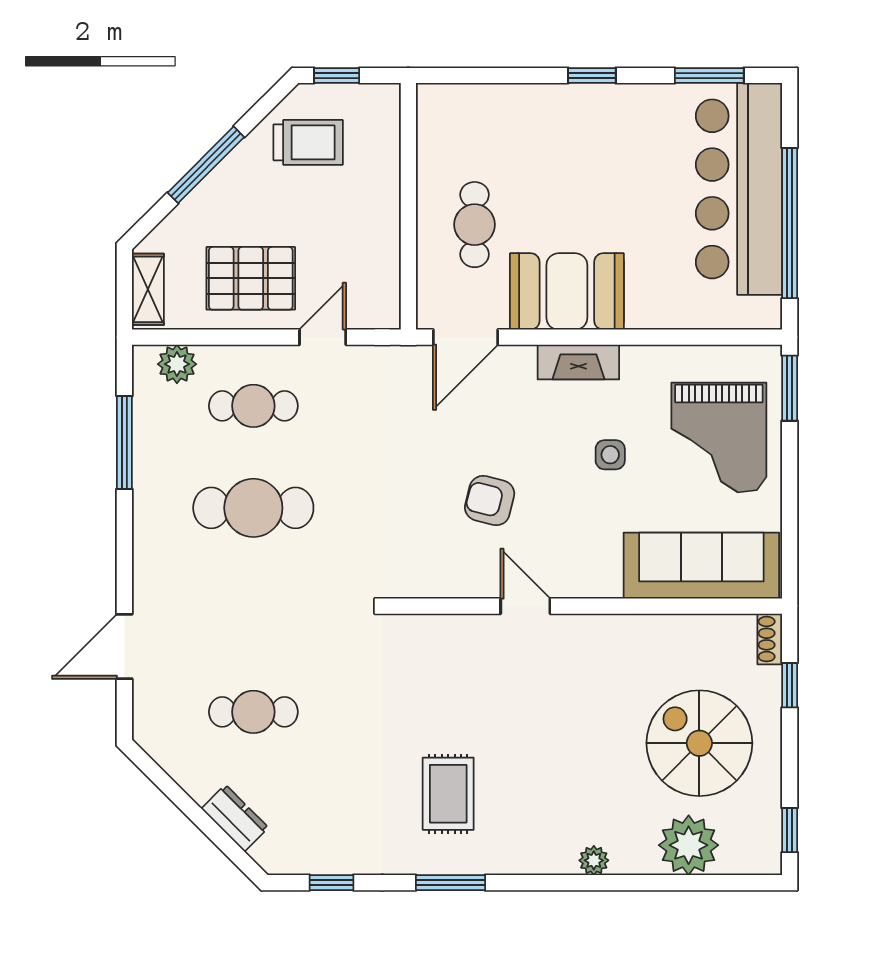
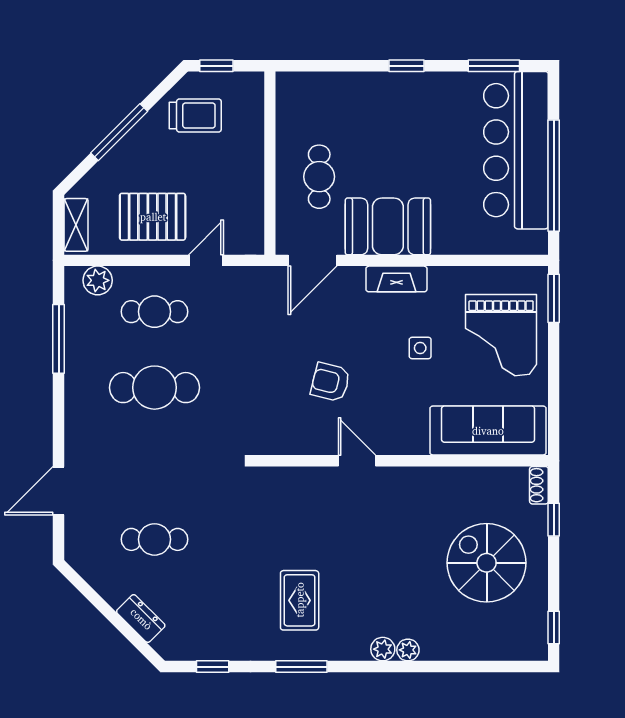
plant: (689, 845) -> (383, 649), moved, width x0.53, depth x0.53

